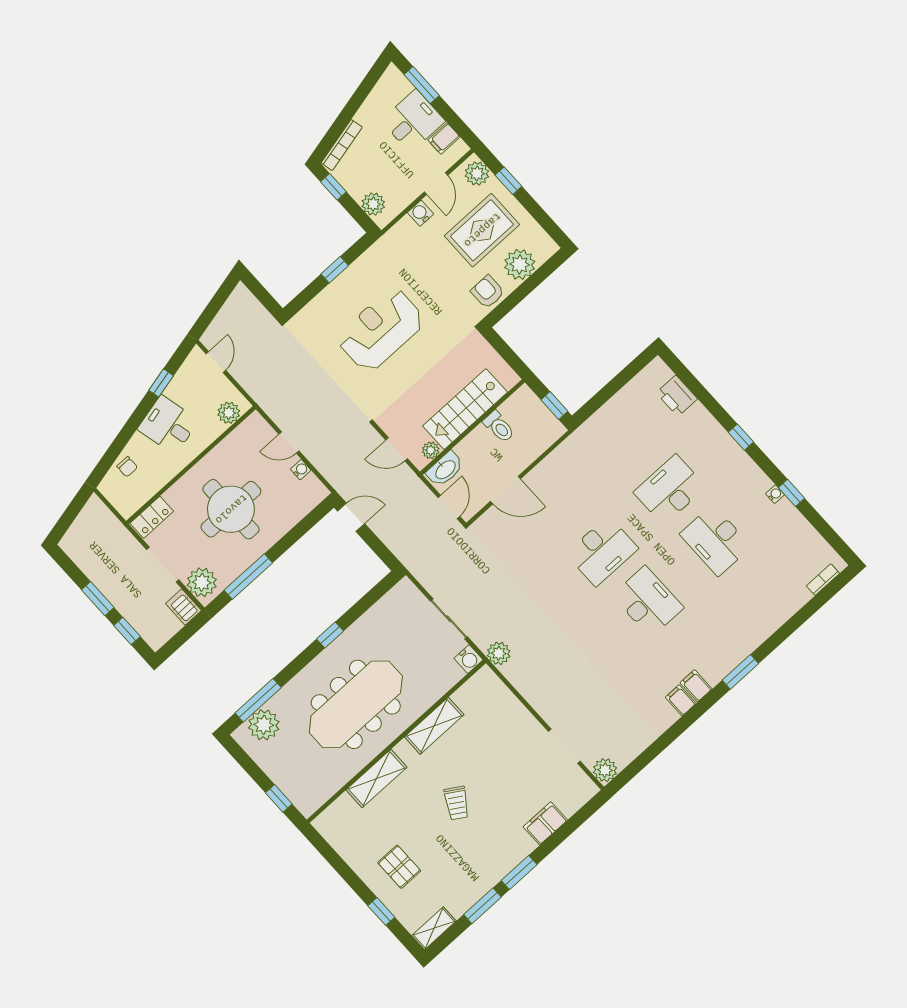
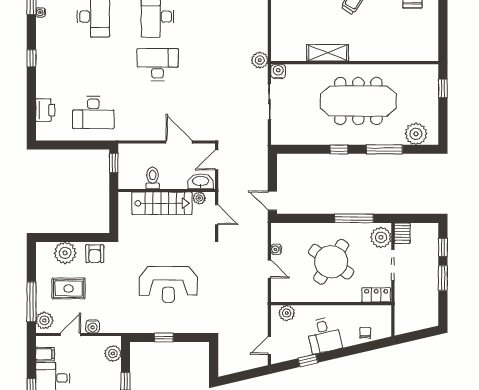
window: (508, 181) -> (31, 302), width x2.17
rug: (482, 230) -> (69, 288), width x0.73, depth x0.70
desk: (670, 490) -> (93, 113), moved
round table: (231, 509) -> (331, 262), turned 34
window: (258, 700) -> (384, 149), moved
shelving: (376, 779) -> (383, 53), removed

